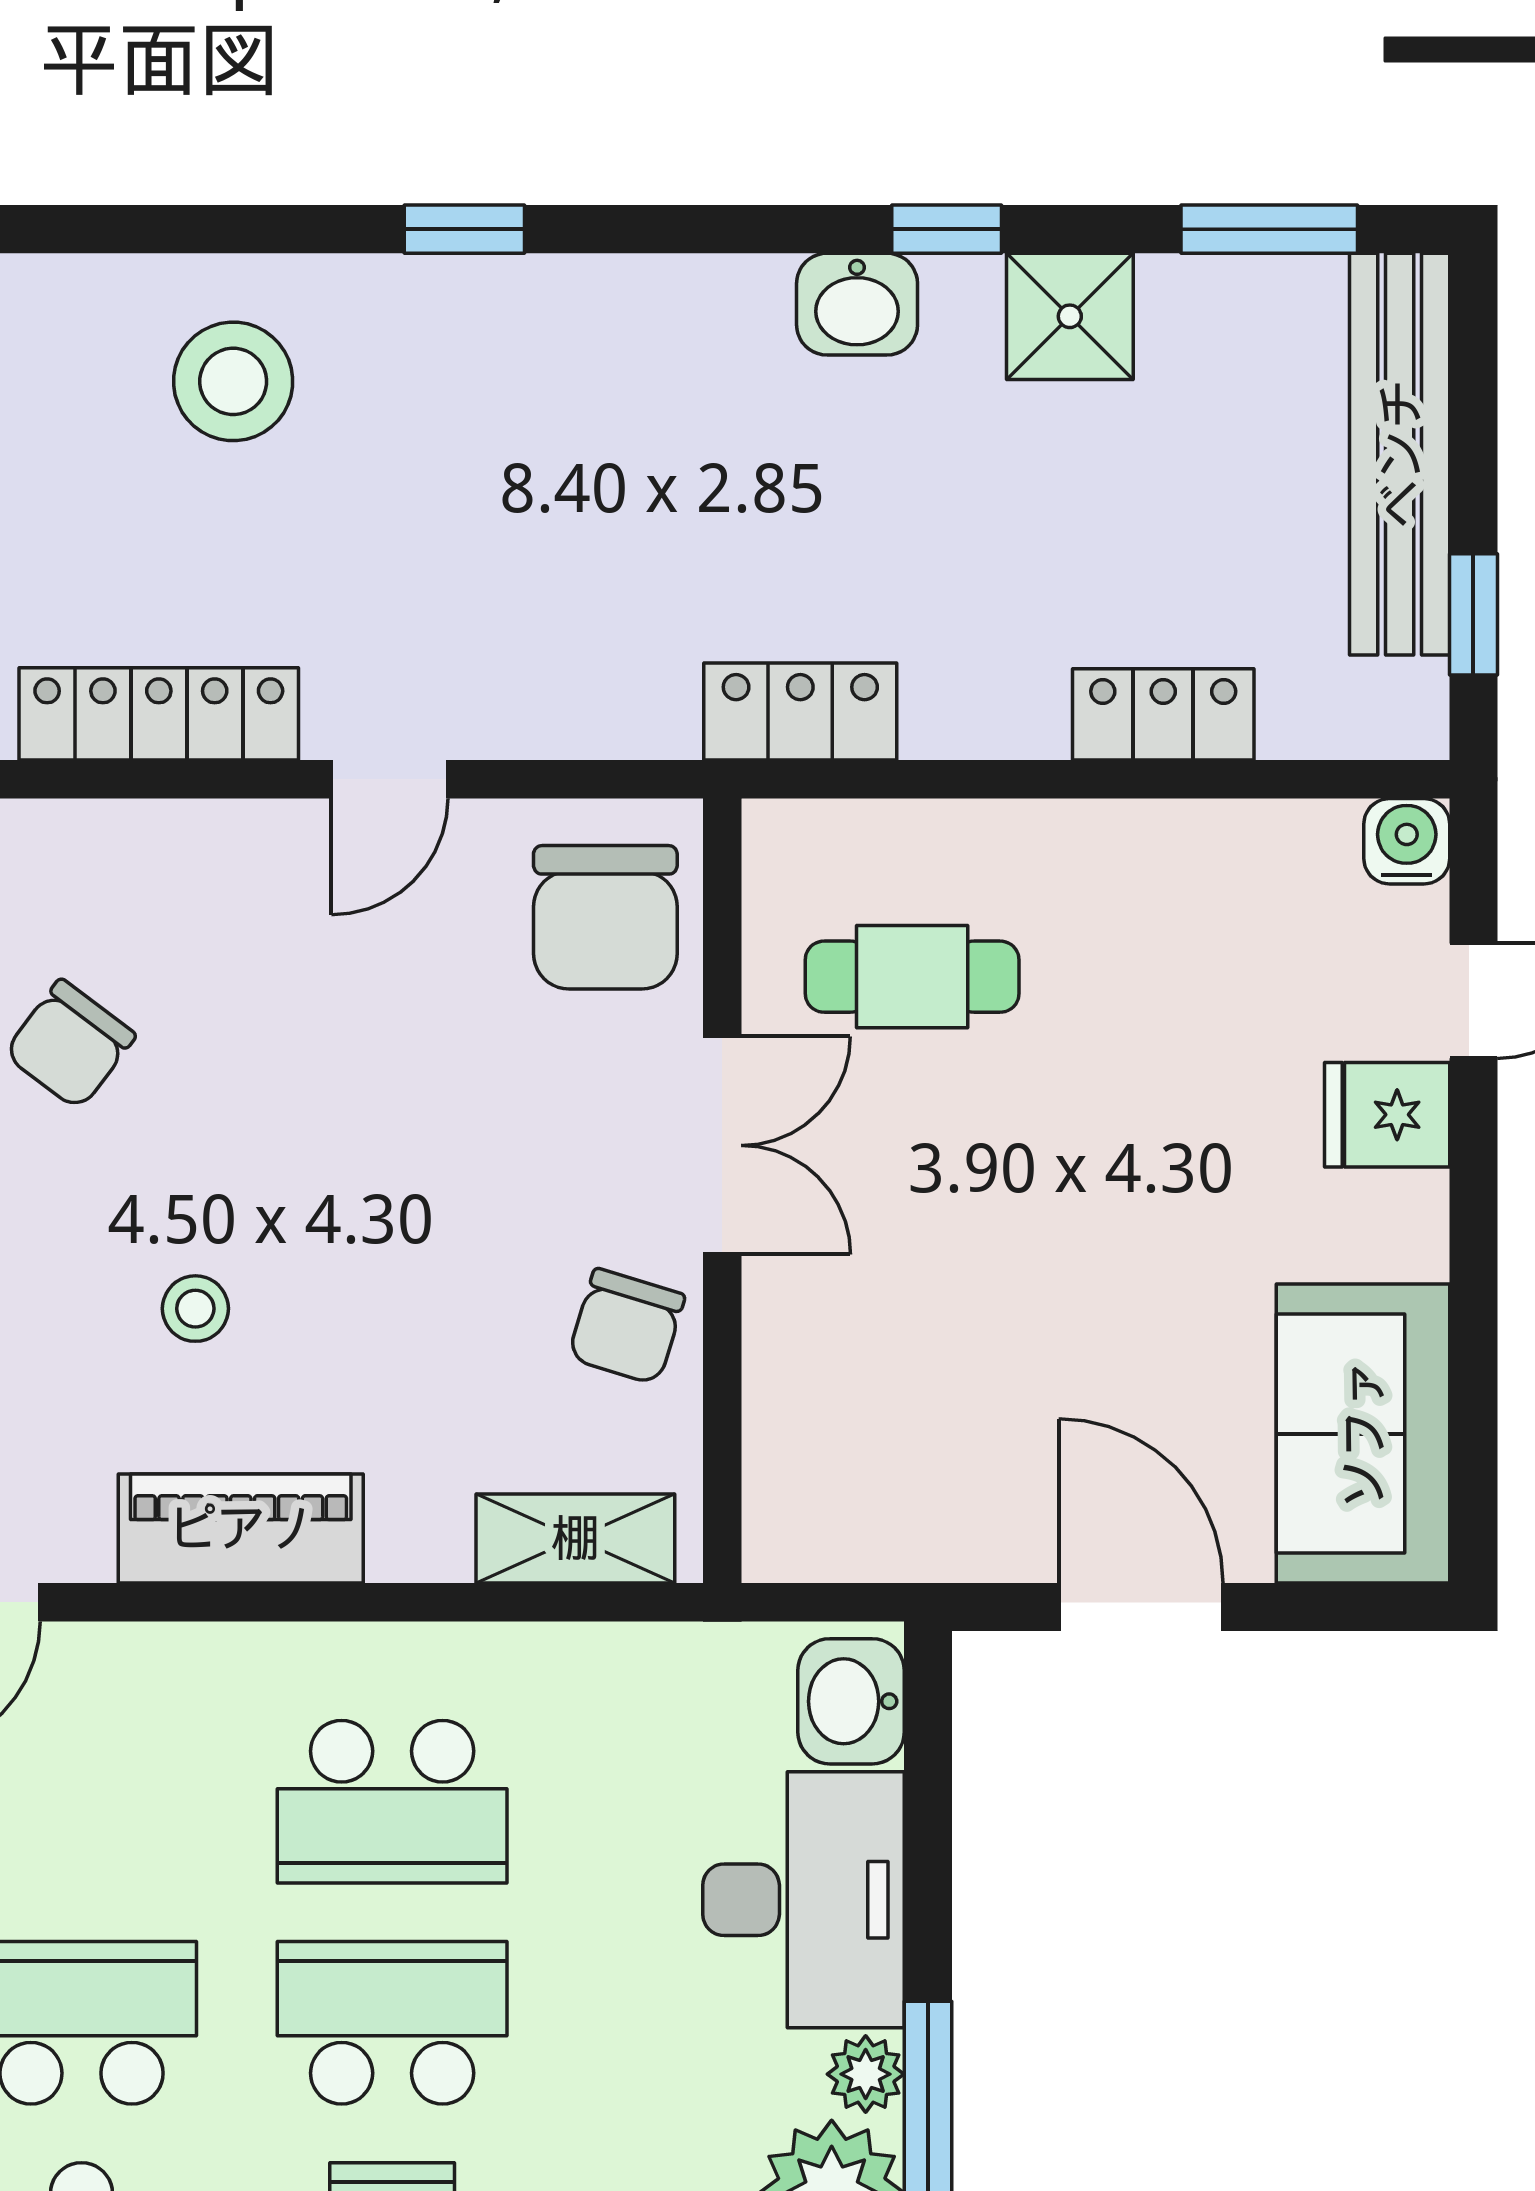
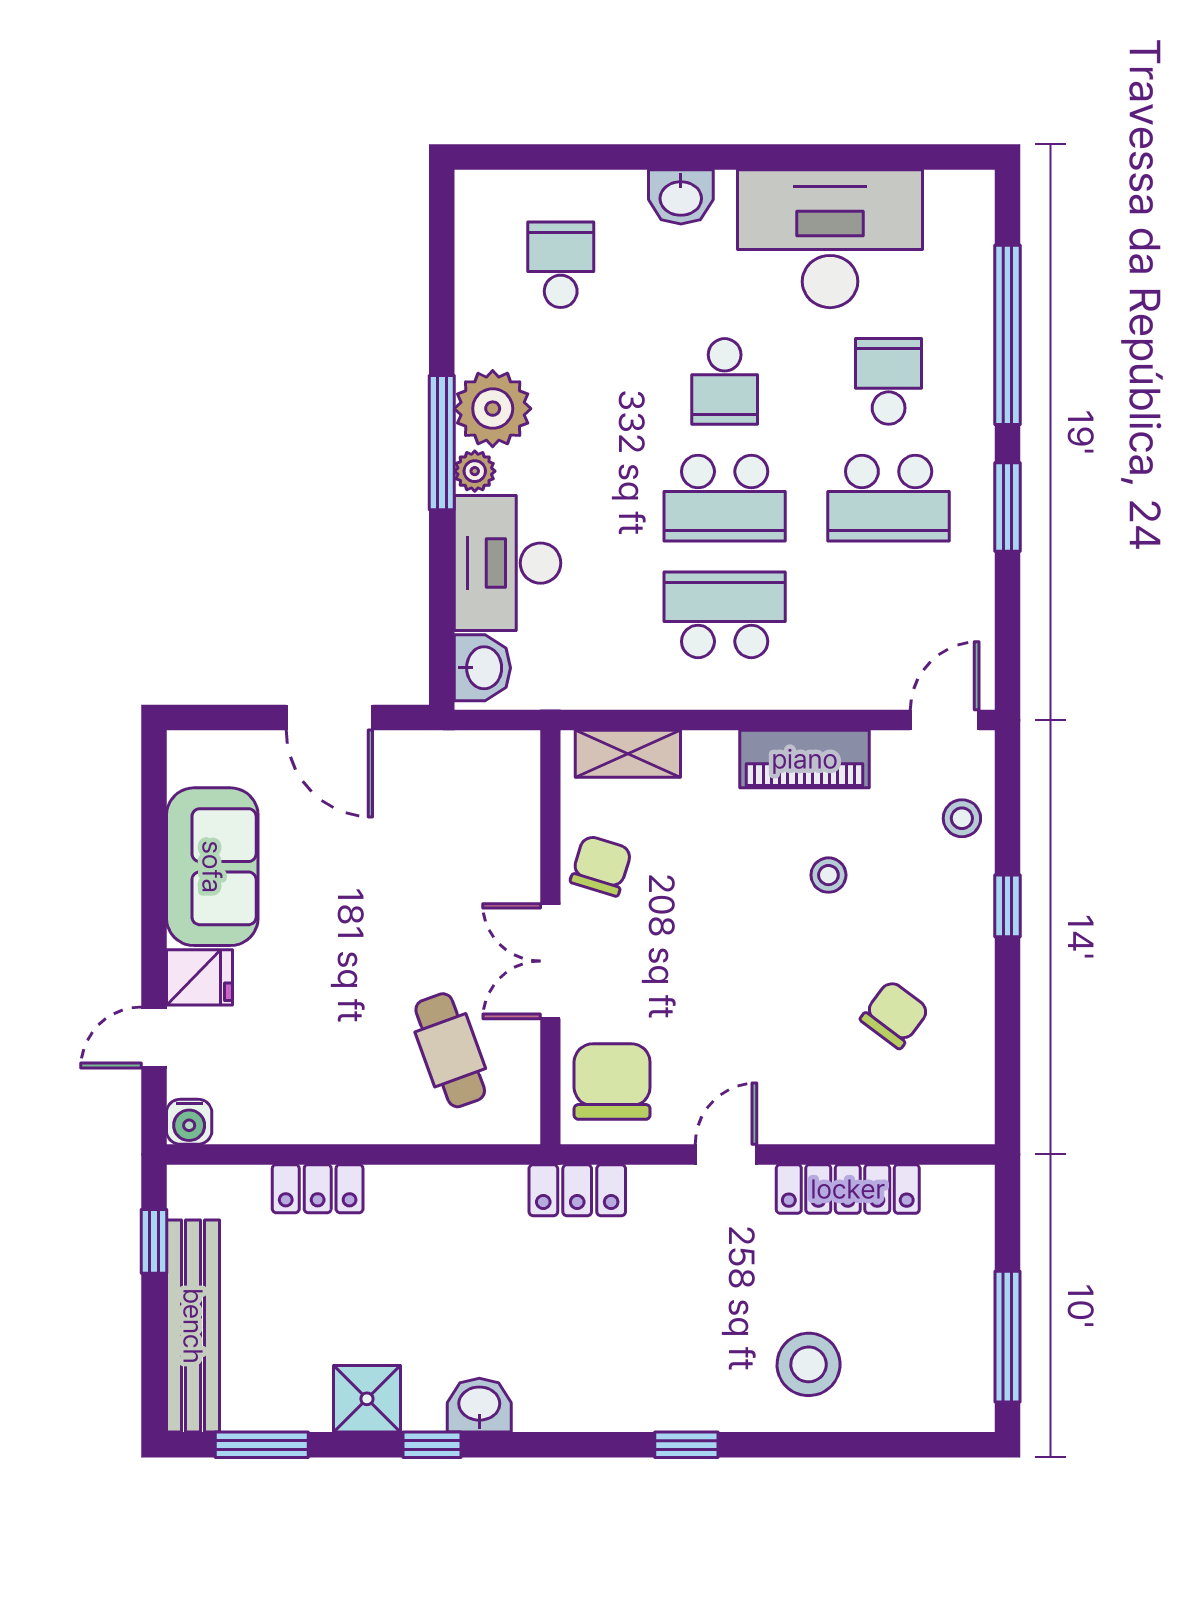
locker: (800, 711) -> (577, 1190), moved
cafe table: (912, 977) -> (450, 1050), turned 70
sofa: (1363, 1434) -> (212, 867), moved

